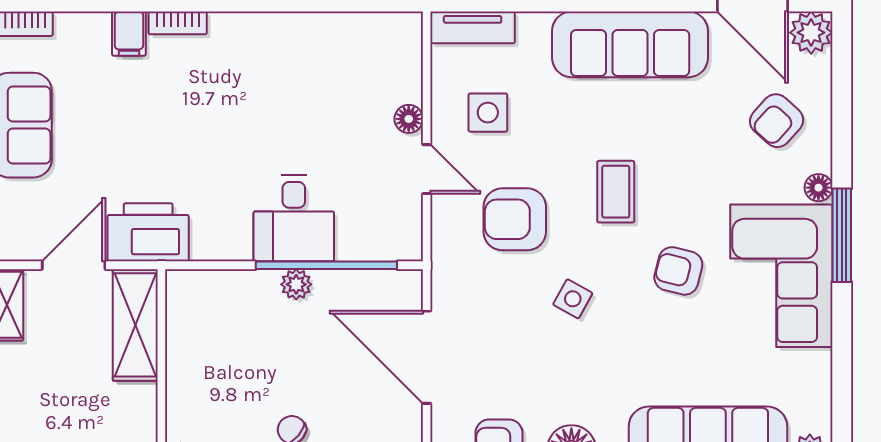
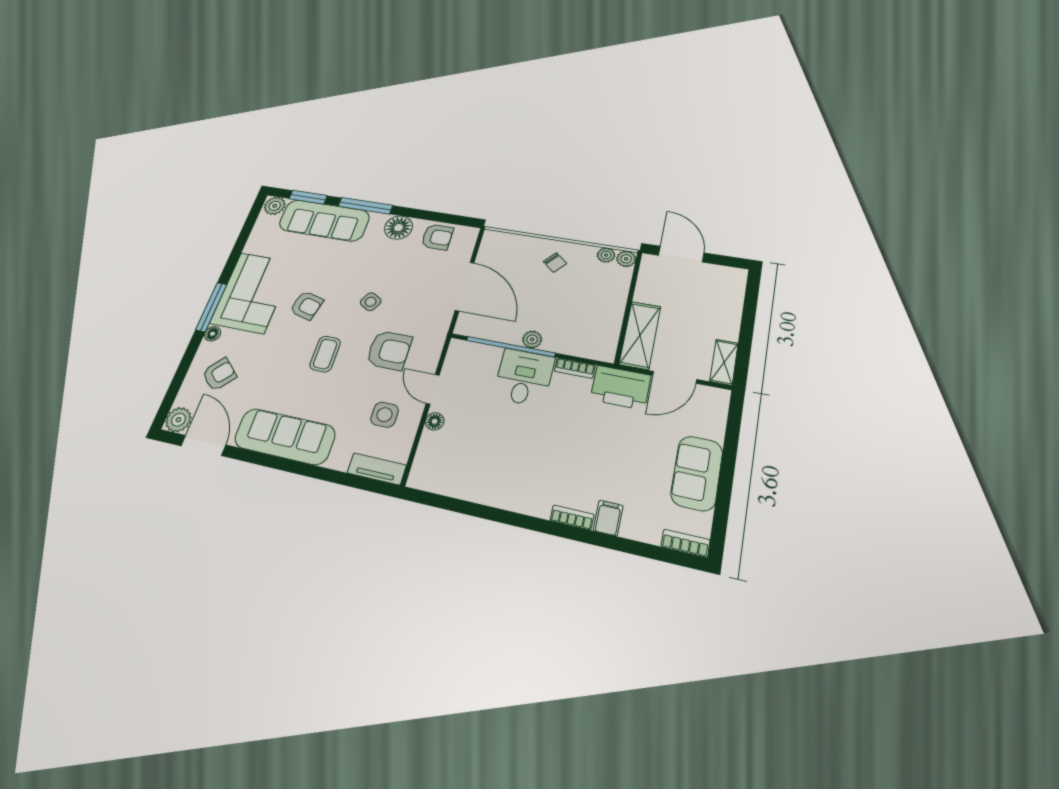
bookcase: (221, 250) -> (575, 368), added

